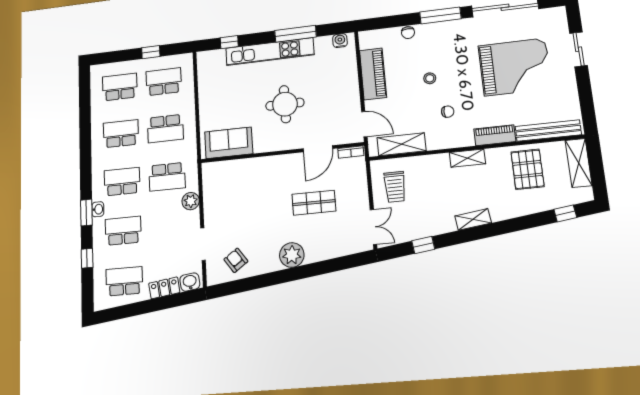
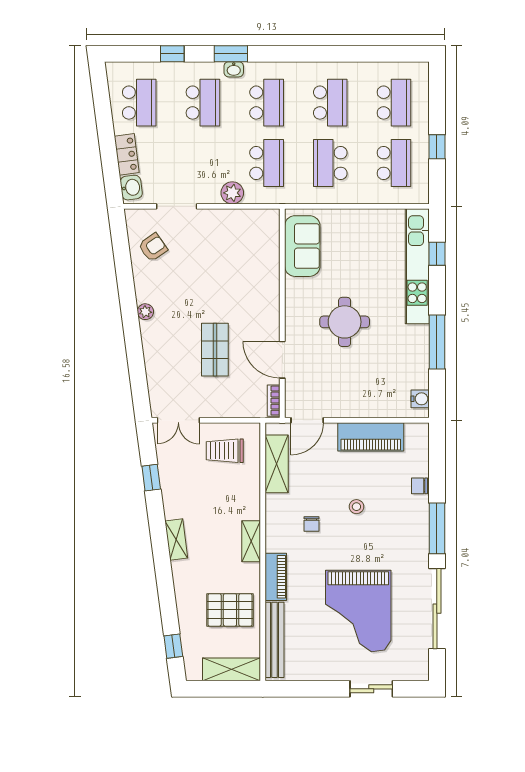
kitchen unit: (270, 52) -> (417, 266), moved
school desk: (167, 177) -> (267, 163), turned 180
plant: (292, 255) -> (145, 312), width x0.53, depth x0.53

